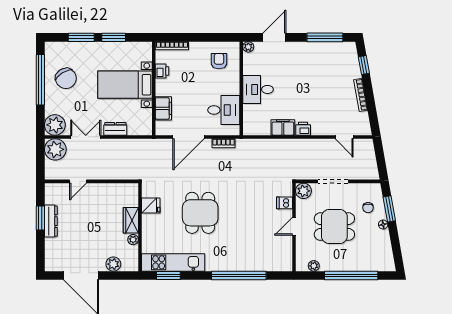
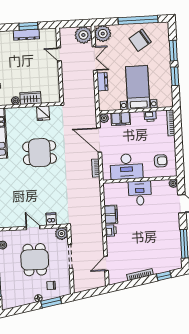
desk: (224, 110) -> (126, 167), width x1.37
plant: (161, 129) -> (104, 118), added

